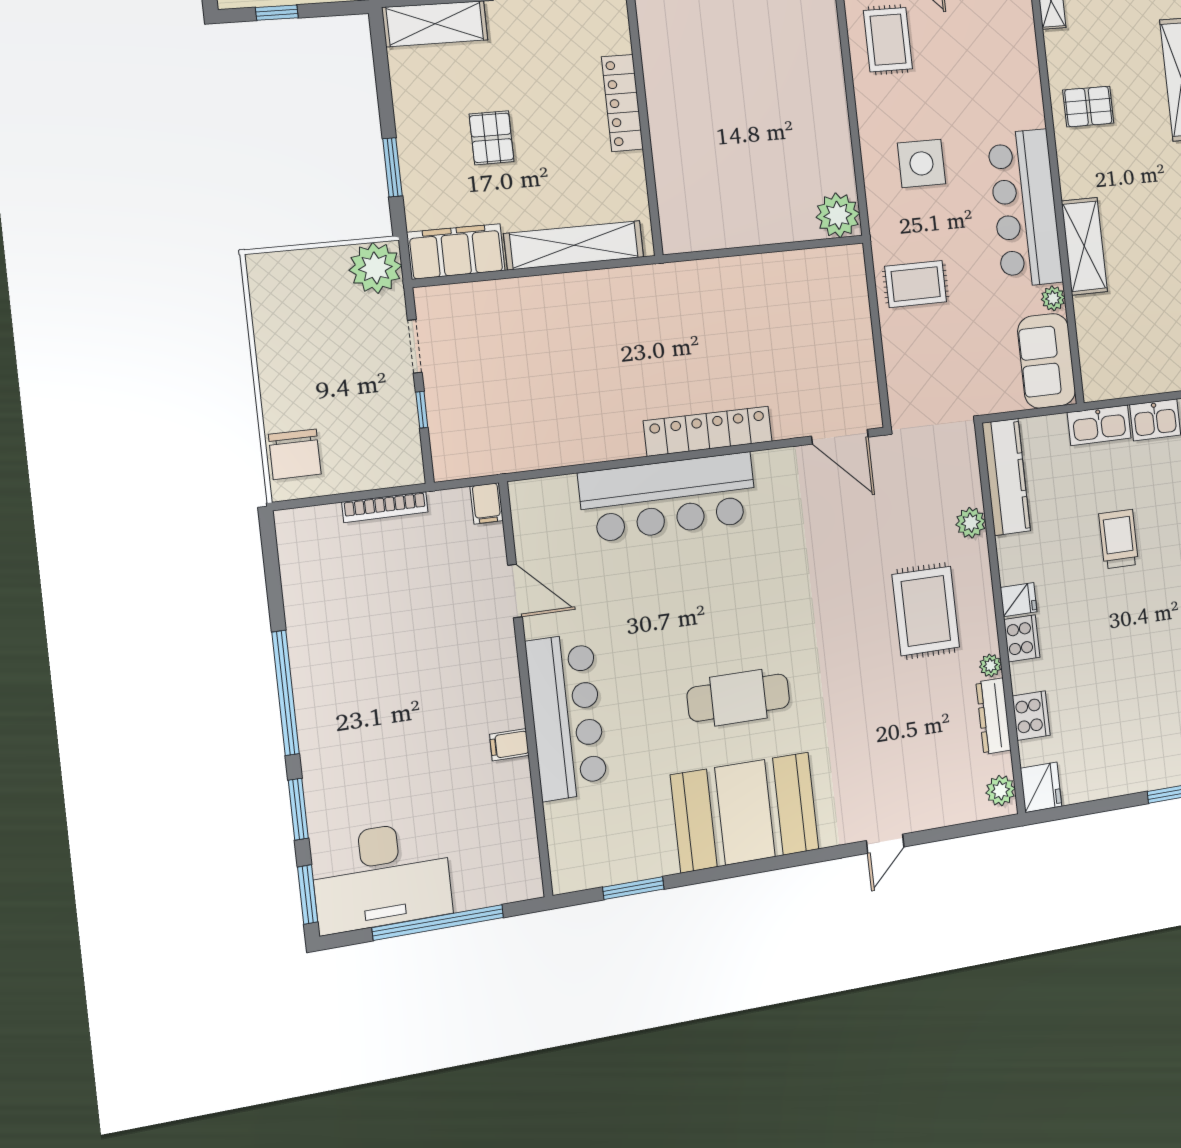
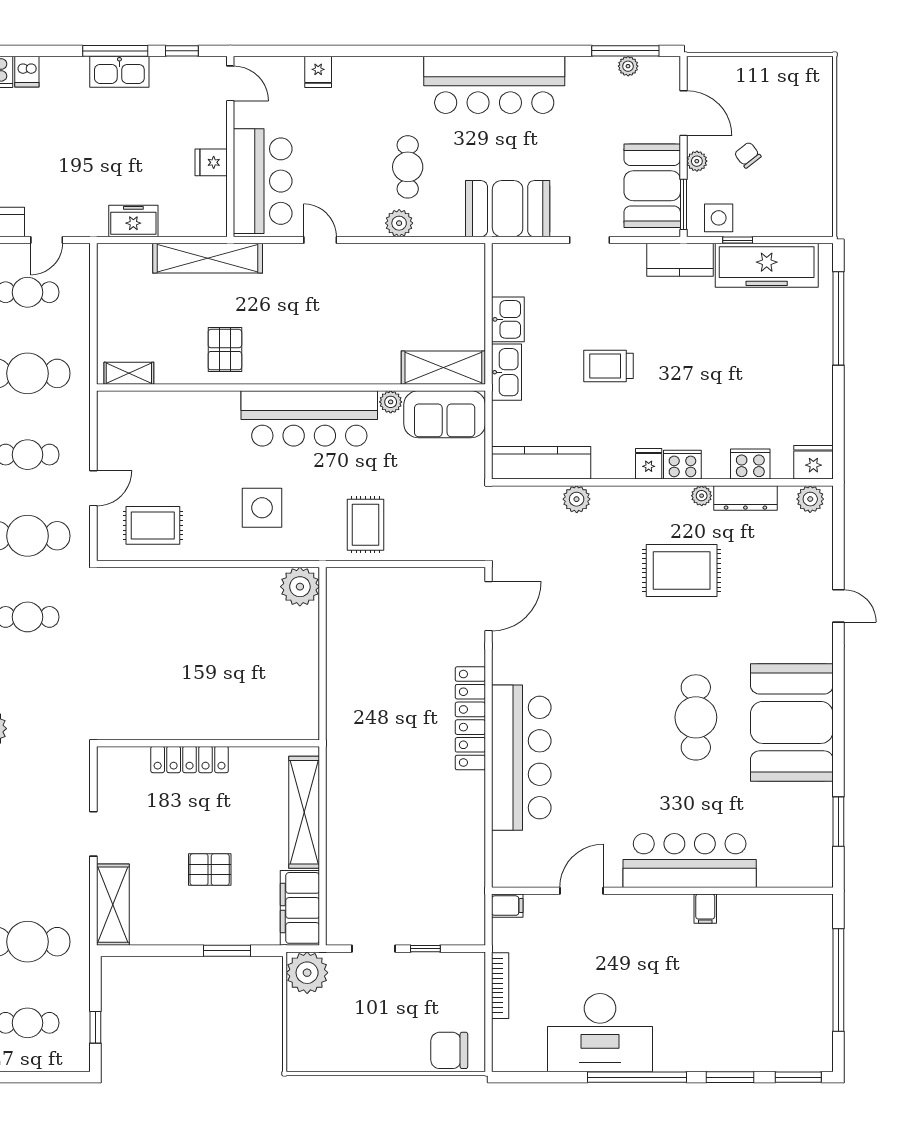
shelving: (1084, 246) -> (443, 368), moved
chair: (295, 454) -> (449, 1050), turned 180
rug: (926, 611) -> (682, 570), moved
desk: (382, 876) -> (600, 1033), moved, turned 90

